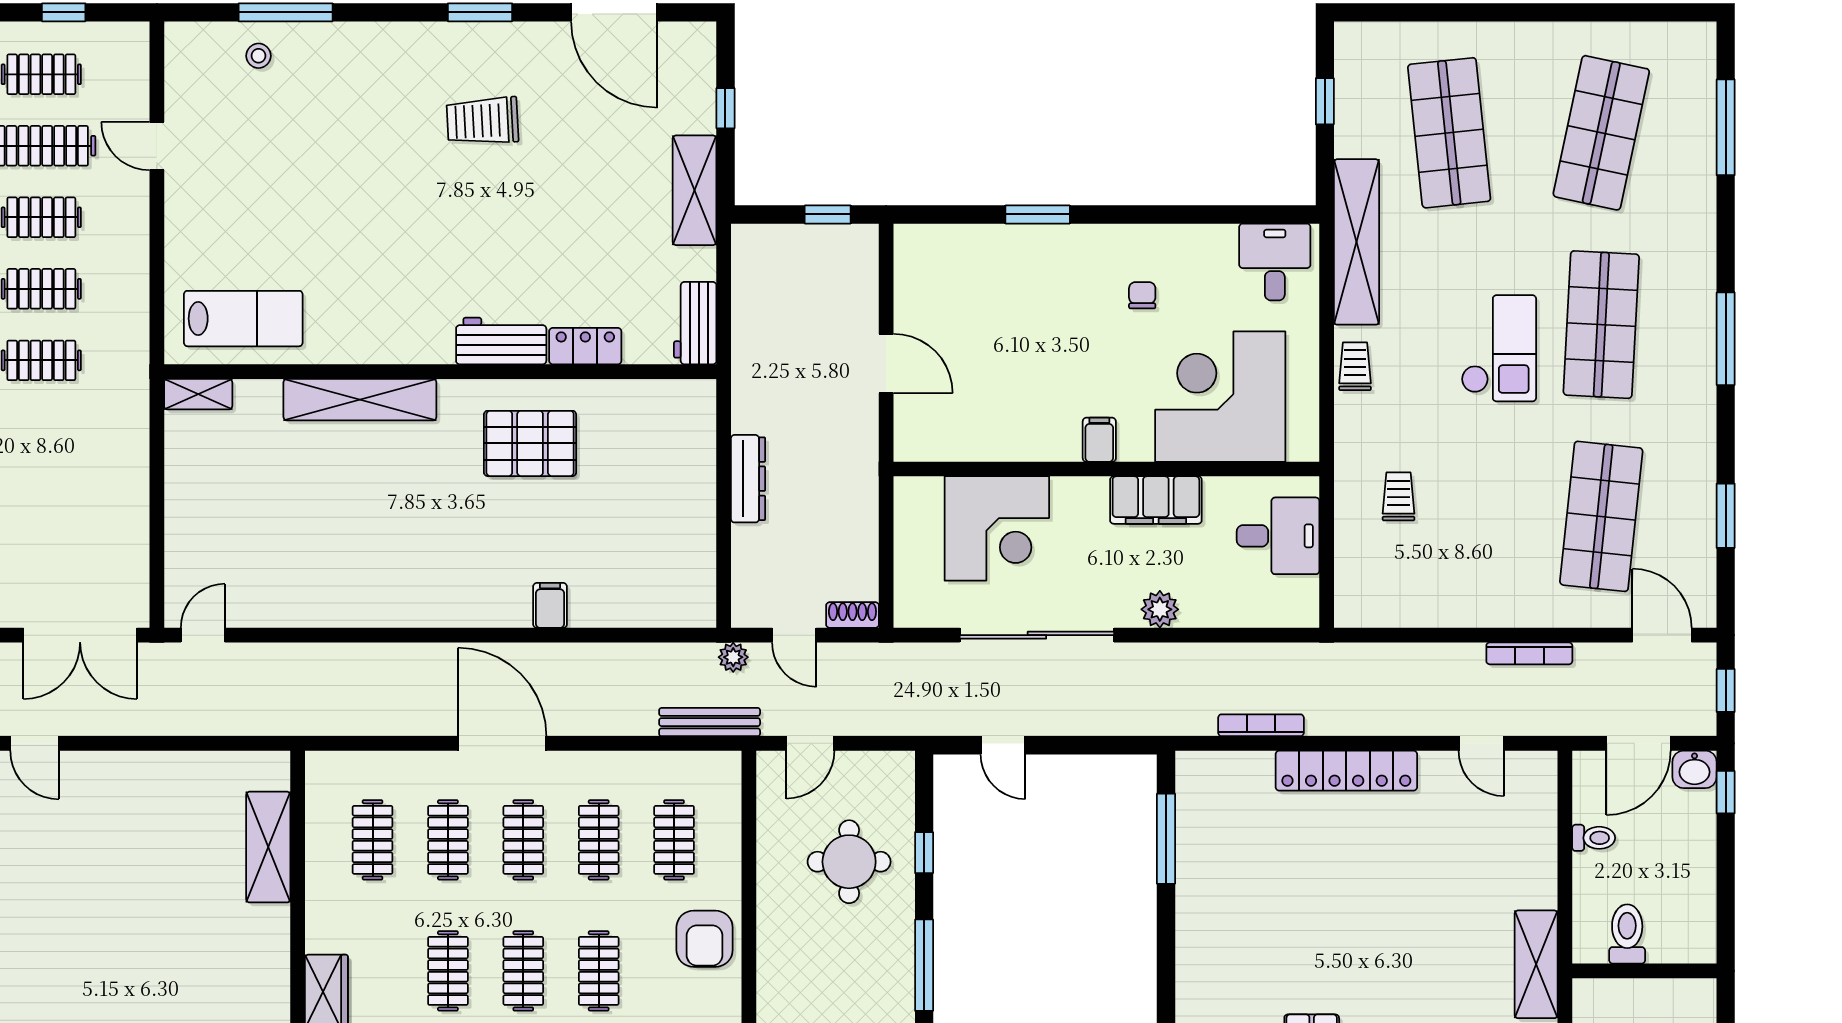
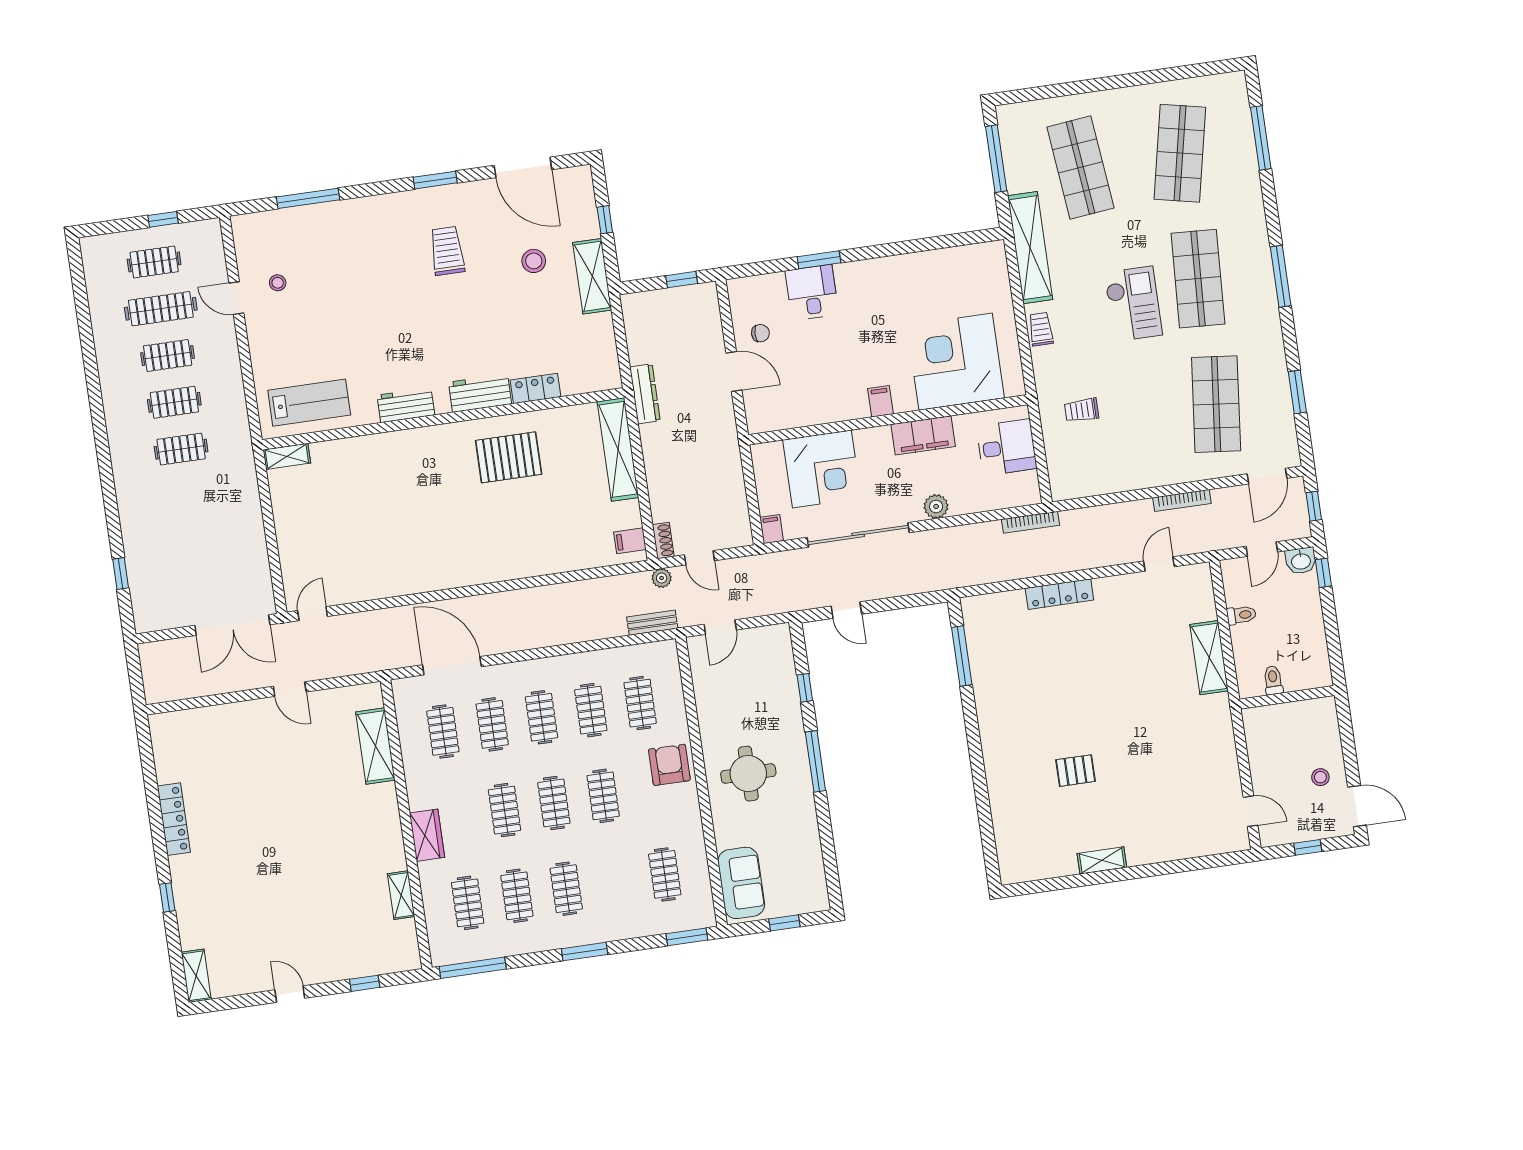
stool: (259, 56) -> (278, 283), moved
window: (1325, 101) -> (996, 159), width x2.17
trolley: (483, 121) -> (447, 251), turned 93
stool: (610, 155) -> (534, 261), added
desk: (1275, 262) -> (812, 292), moved
chair: (1142, 295) -> (760, 333), moved, turned 91
workbench: (695, 323) -> (406, 405), moved, turned 90
shelving: (360, 400) -> (618, 449), moved, turned 90
dresser: (748, 479) -> (645, 394), moved
trolley: (1398, 496) -> (1082, 410), turned -90
filing cabinet: (550, 605) -> (630, 541), moved, turned -90
filing cabinet: (909, 608) -> (772, 529), added
shoe rack: (852, 615) -> (663, 541), moved, turned 90
door: (1662, 635) -> (1267, 476), swing flipped
bench: (710, 722) -> (652, 623), width x0.73
bookcase: (1261, 725) -> (1030, 522), moved, turned 180
door: (35, 743) -> (290, 689), moved
door: (502, 743) -> (452, 666), moved
door: (1481, 743) -> (1159, 564), swing flipped
door: (1639, 743) -> (1262, 549), width x0.73
locker: (1346, 771) -> (1059, 594), width x0.71, depth x0.83
round table: (849, 862) -> (748, 774), moved
toilet: (1627, 934) -> (1273, 680), width x0.73, depth x0.72
armchair: (705, 939) -> (669, 765), turned 180
shelving: (1536, 964) -> (1209, 658), moved

